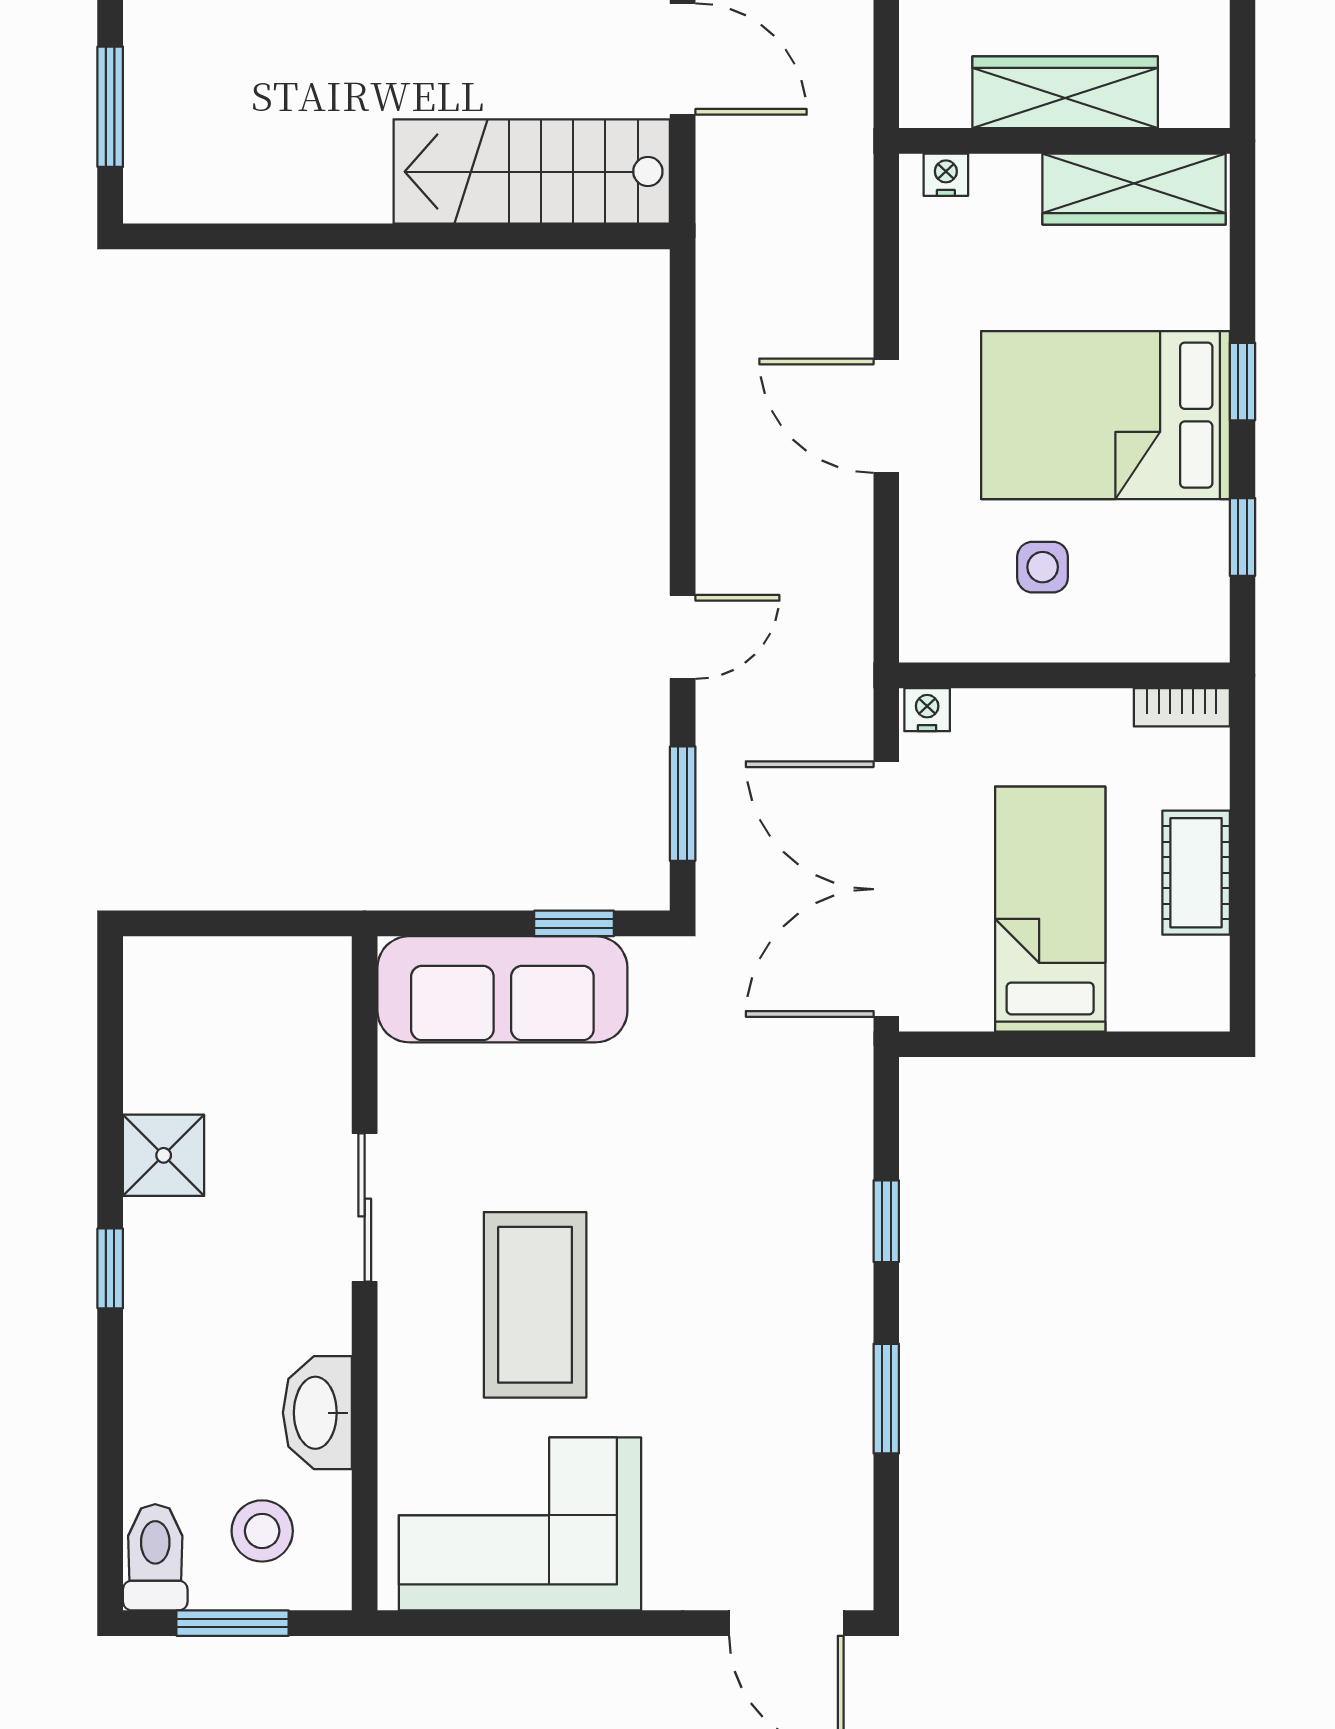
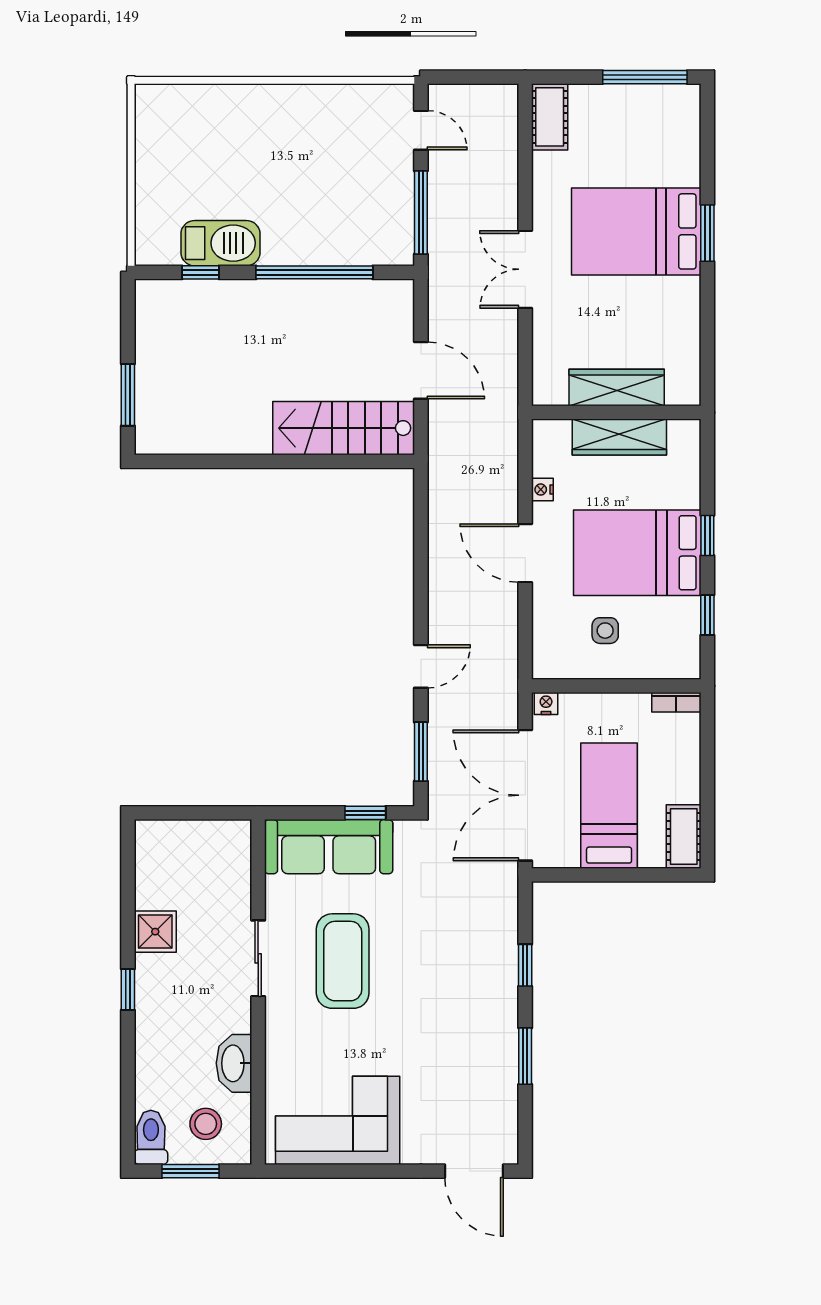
nightstand: (946, 175) -> (542, 490), moved, turned -90
wardrobe: (1134, 189) -> (619, 437), moved
cot: (1196, 873) -> (684, 836), moved
coffee table: (535, 1305) -> (343, 961), moved

